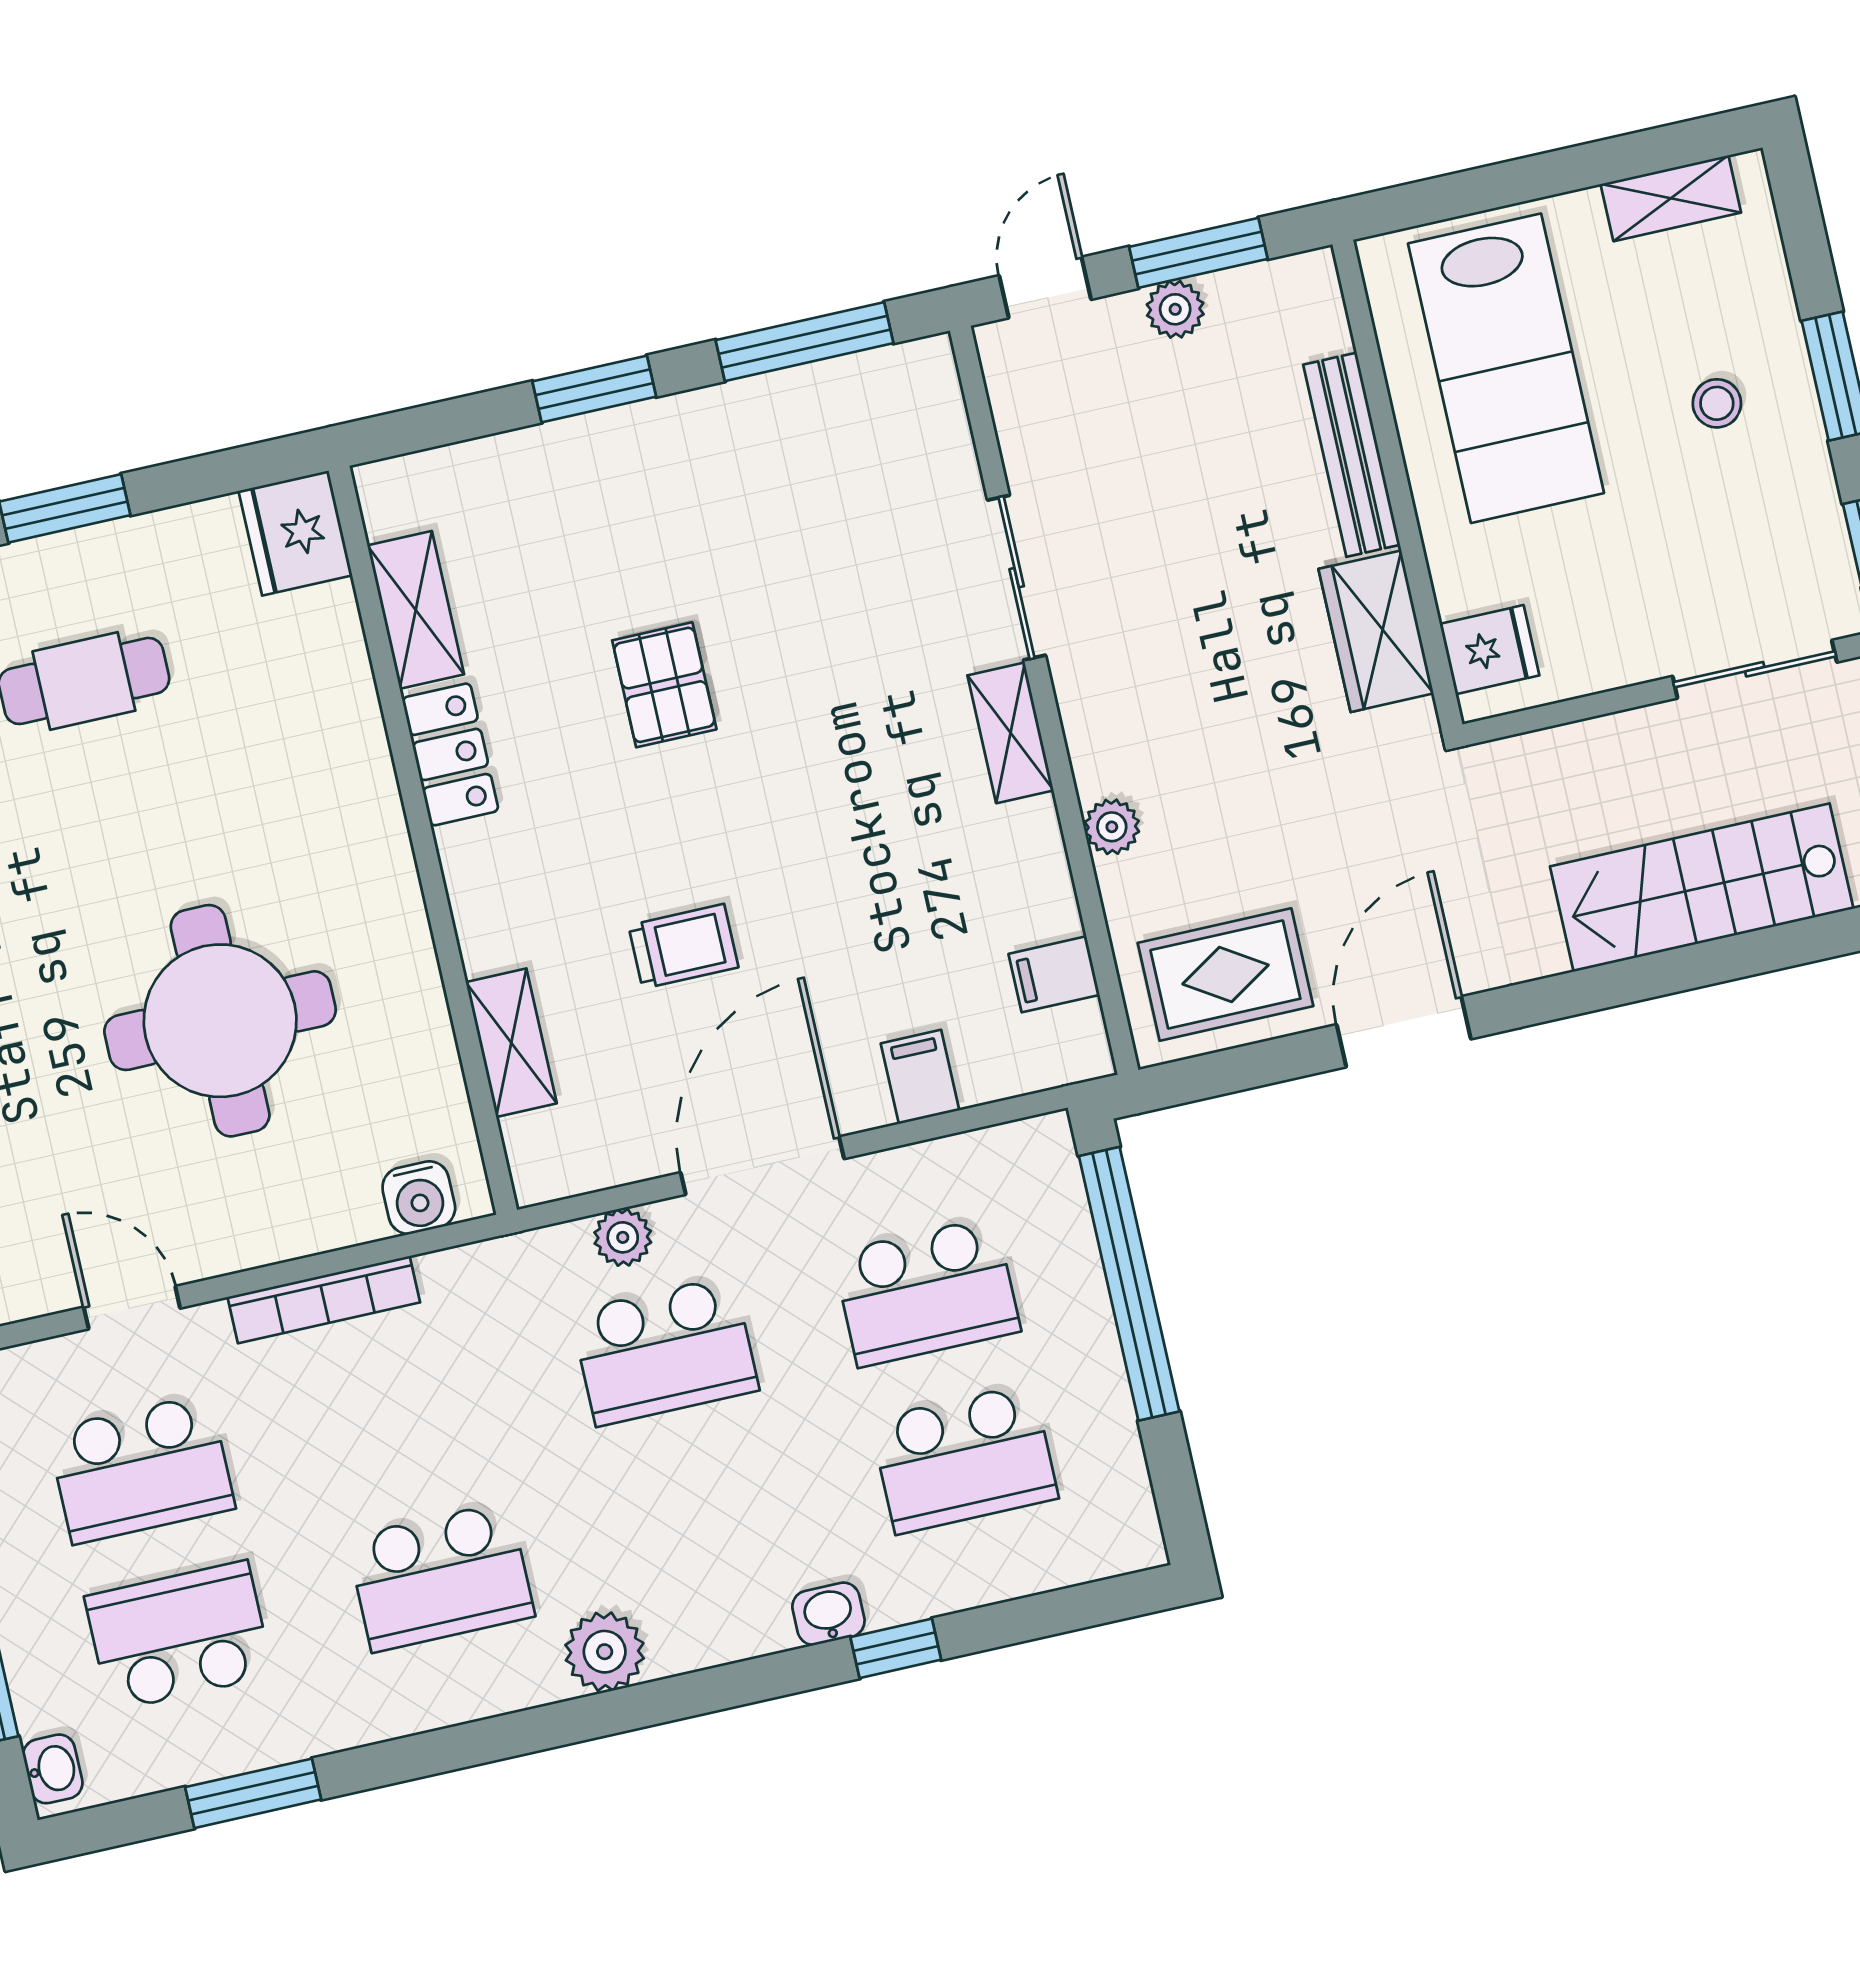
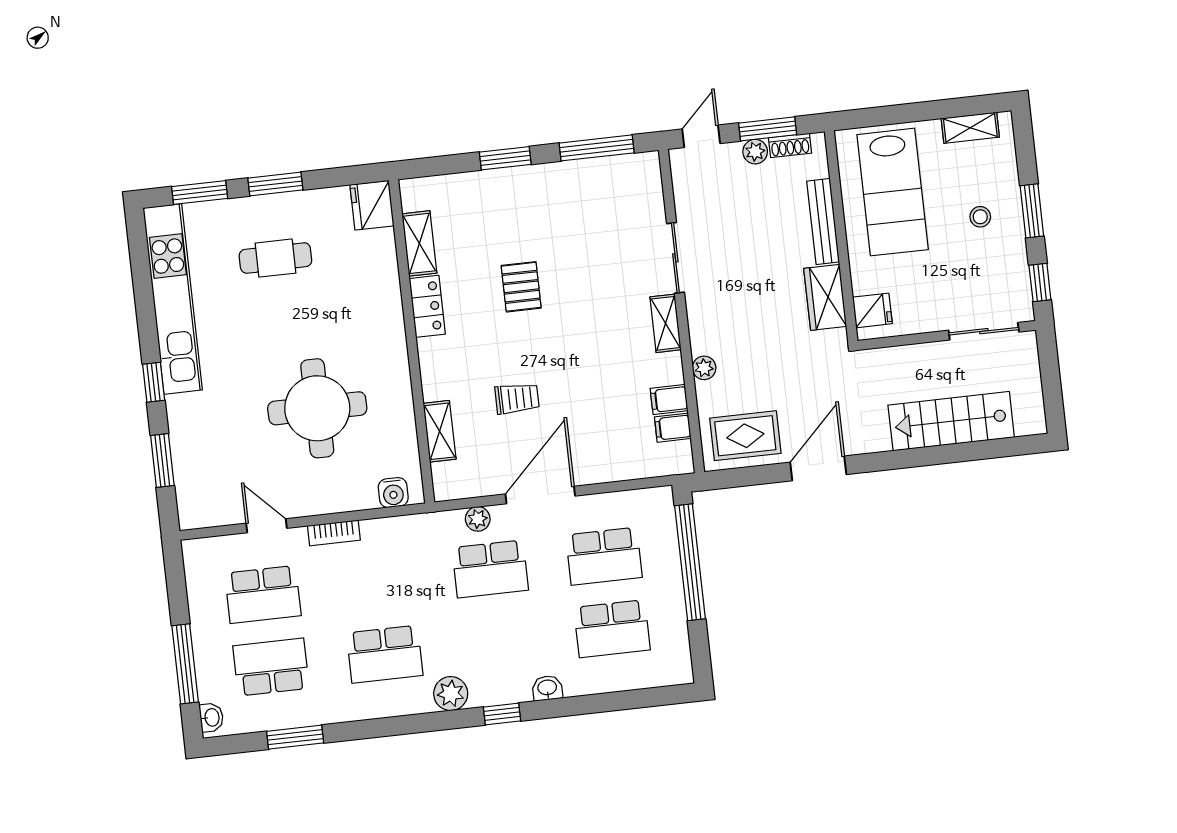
shoe rack: (1255, 286) -> (790, 145), added
filing cabinet: (920, 1077) -> (669, 400), moved, turned -90
bookcase: (324, 1300) -> (334, 533), width x0.64
window: (896, 1648) -> (502, 714), moved

